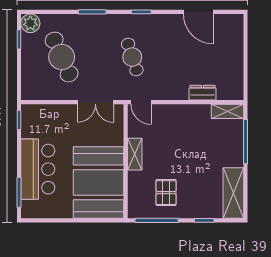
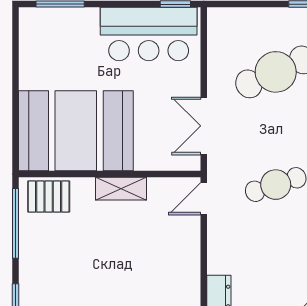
bar counter: (38, 169) -> (149, 34), moved
pallet: (166, 193) -> (49, 196), moved

